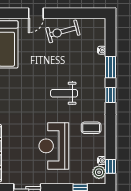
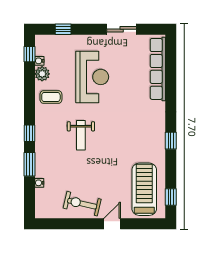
exercise bike: (63, 31) -> (82, 204), turned -152
weight bench: (64, 93) -> (81, 135), turned 90
plant: (99, 172) -> (42, 74), moved

